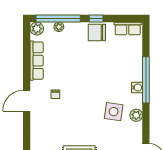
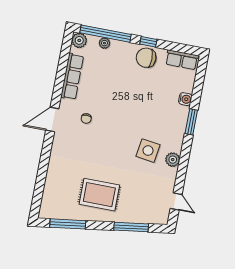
window: (146, 80) -> (191, 122), width x0.47
water cooler: (137, 87) -> (185, 99), moved

